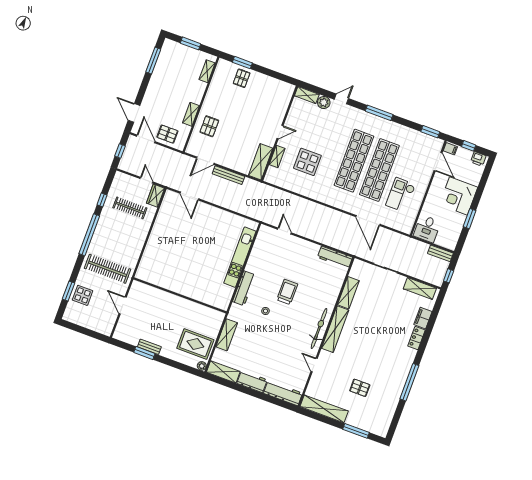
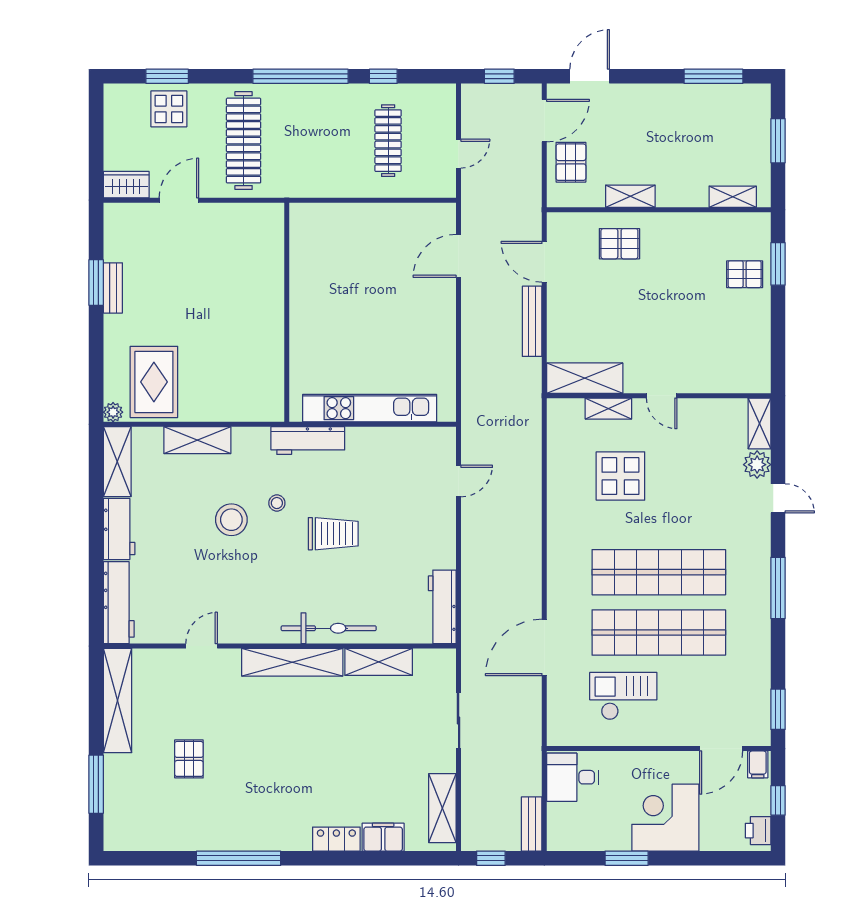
wardrobe: (155, 196) -> (126, 185), moved
wall: (180, 295) -> (287, 312), moved
bicycle: (319, 328) -> (329, 628), moved
stool: (265, 333) -> (231, 520), added

